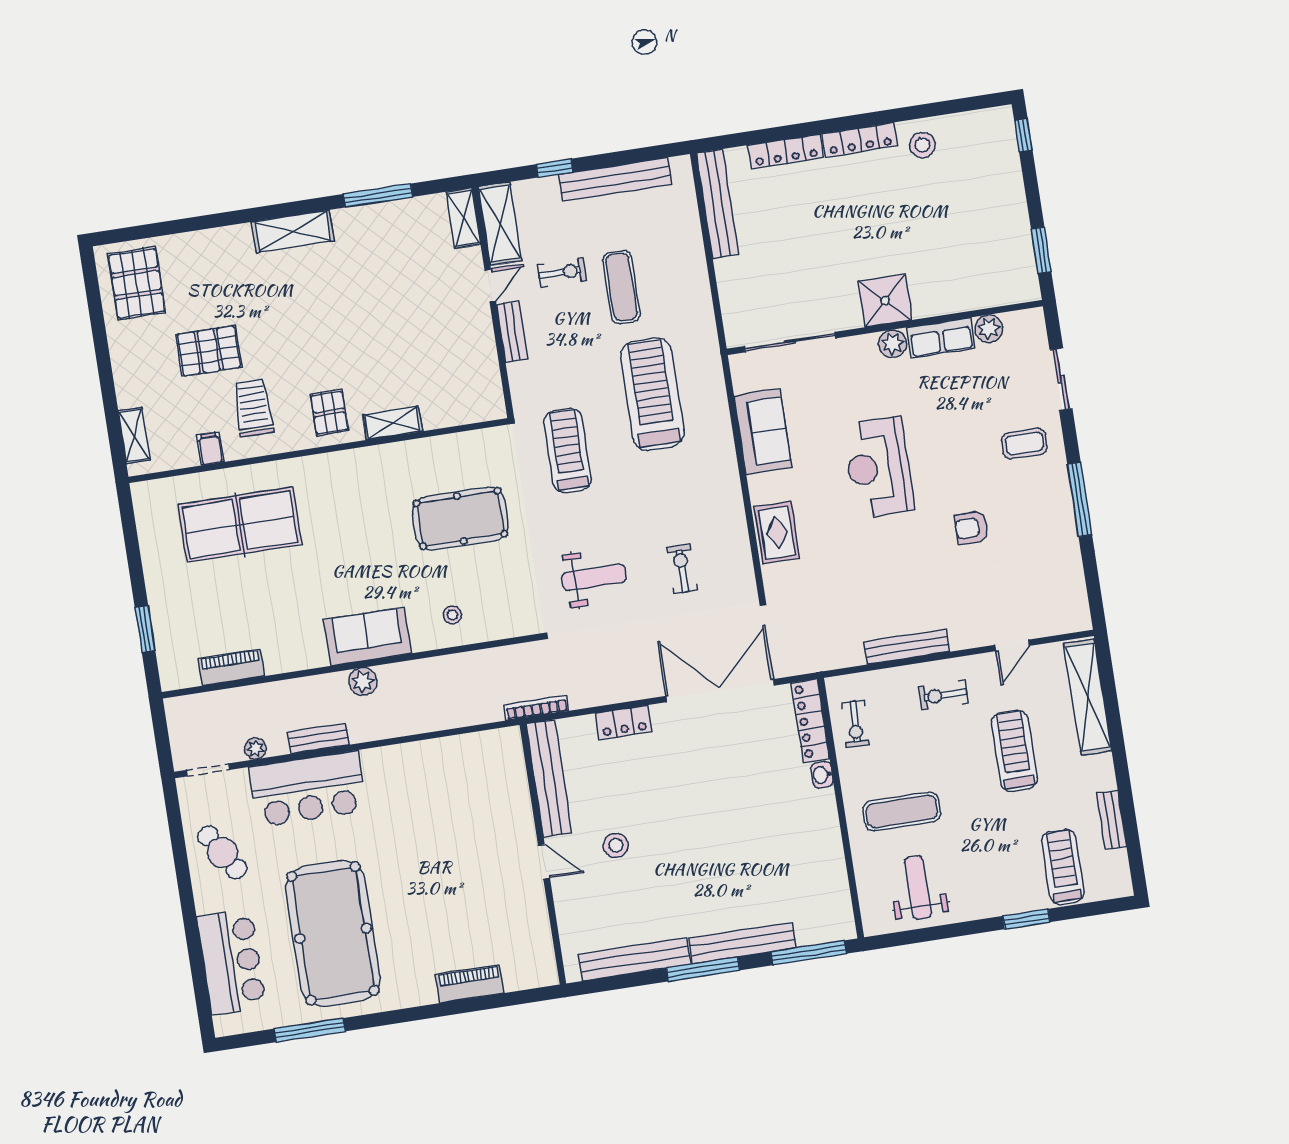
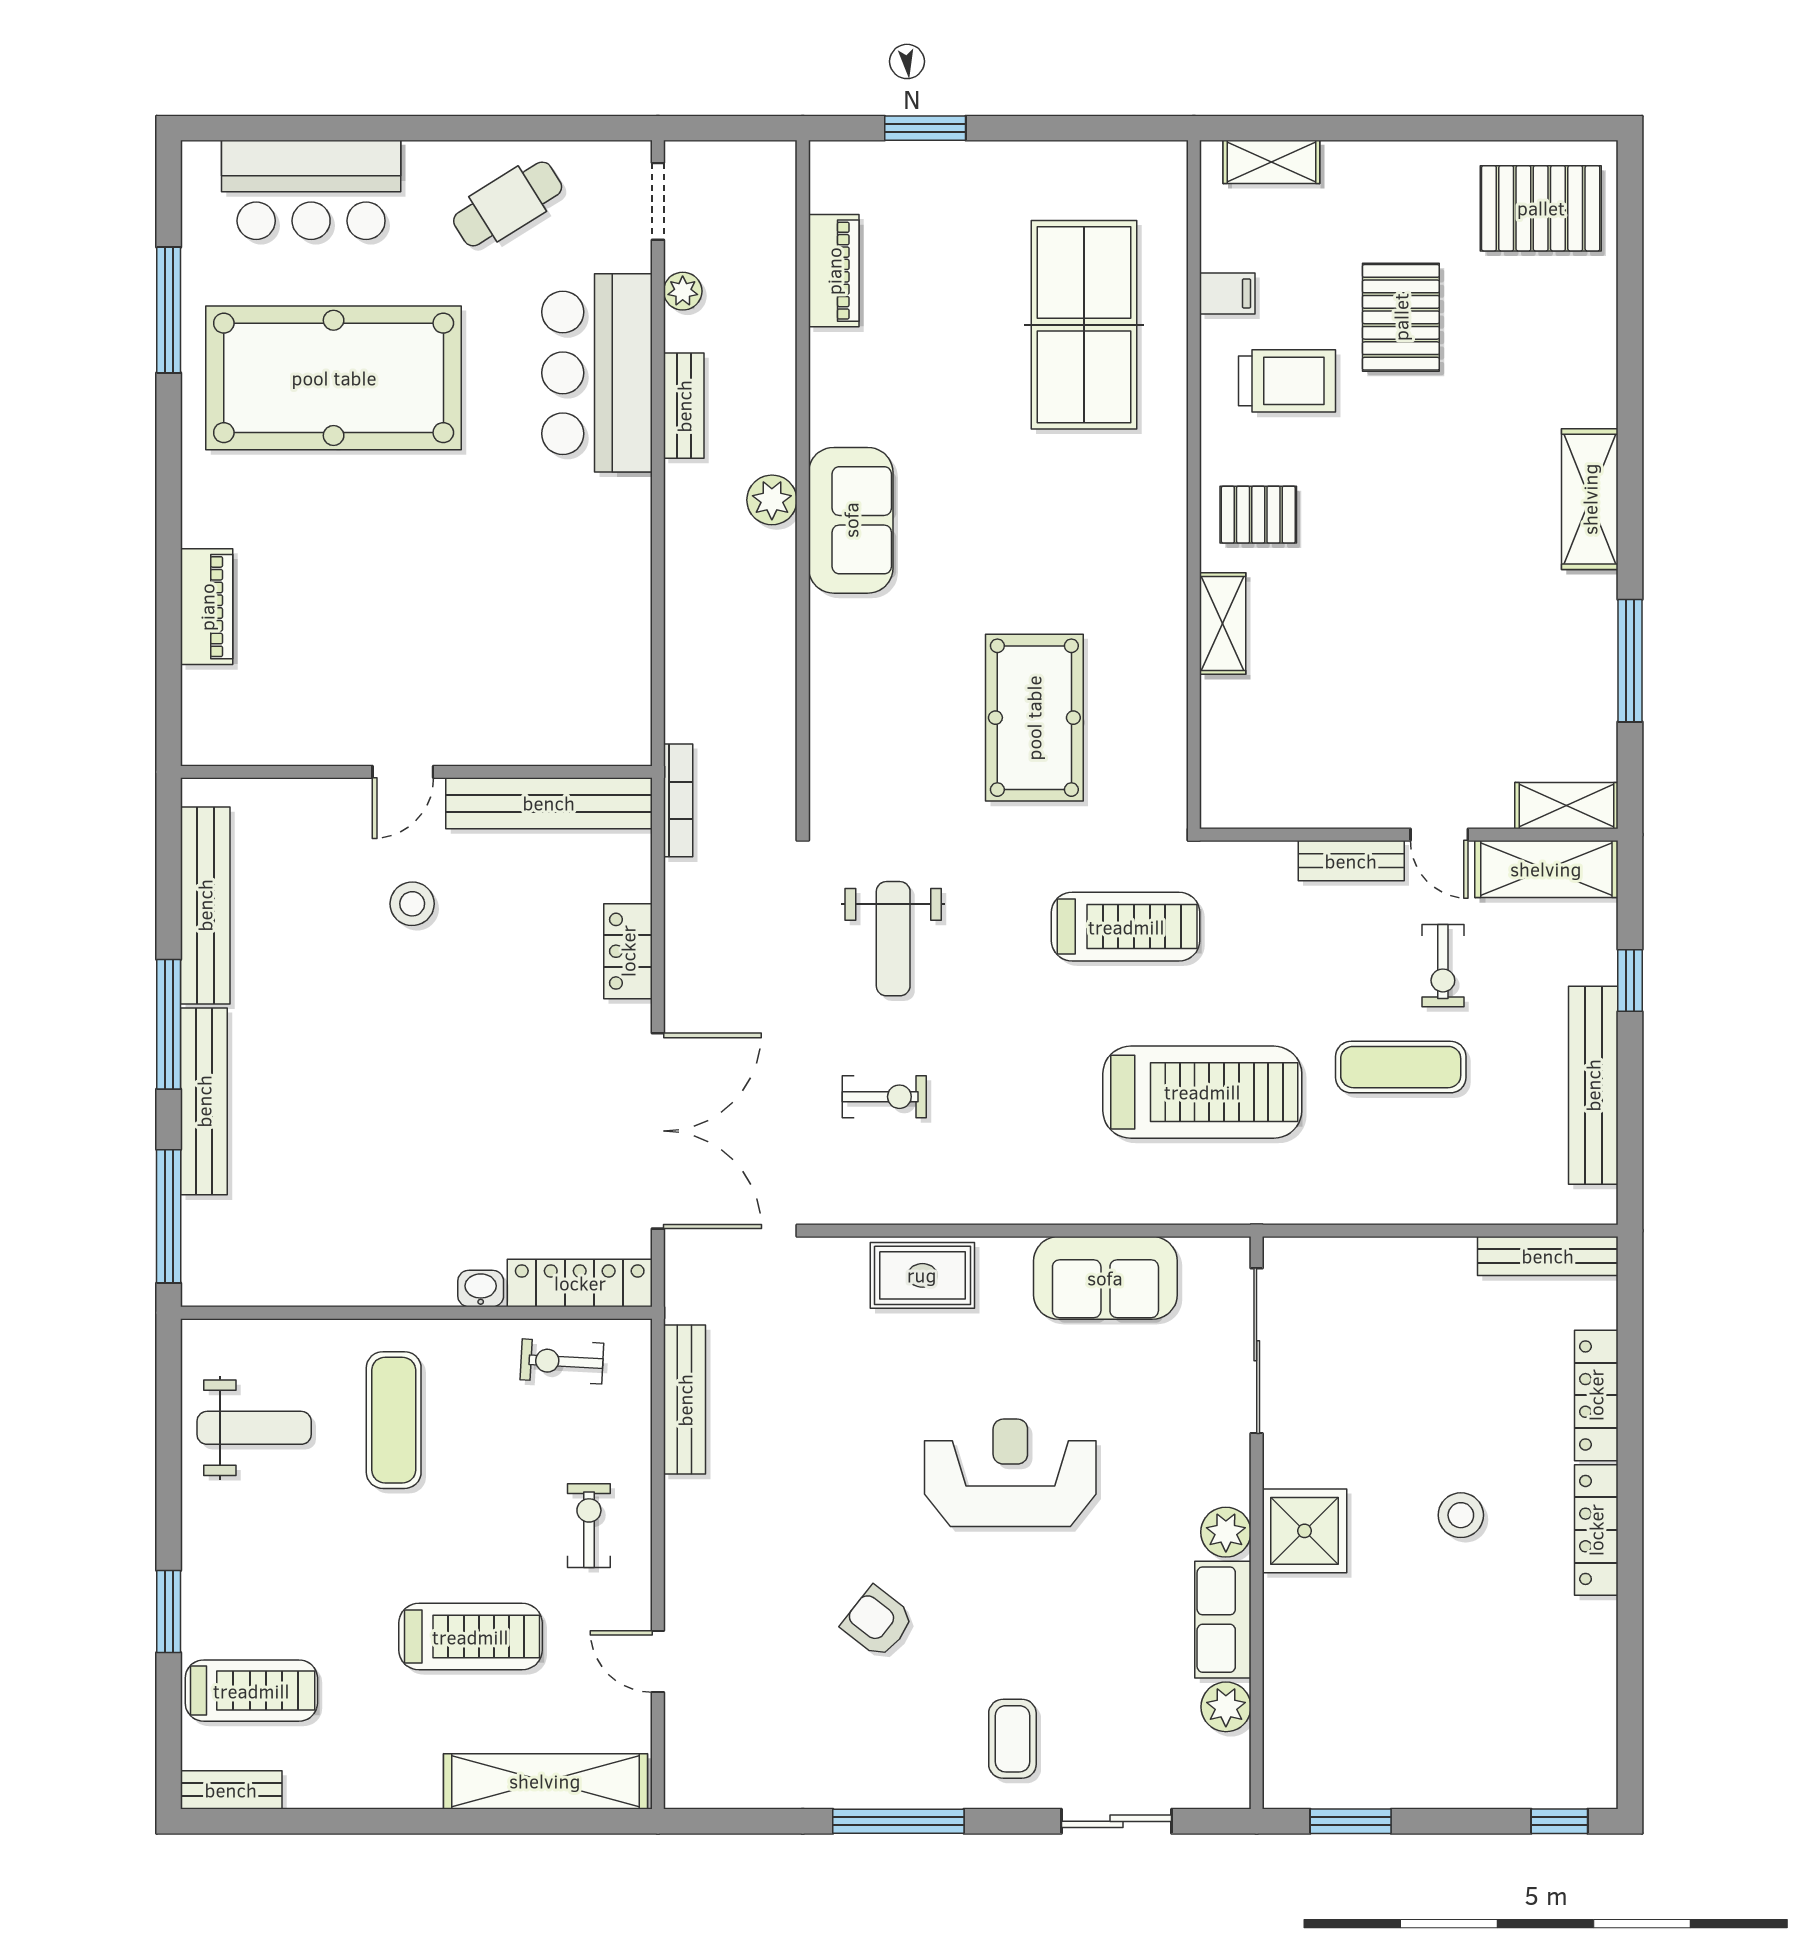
stool: (922, 145) -> (1461, 1515), moved
bench: (718, 204) -> (1548, 1256), width x0.73, depth x0.82
armchair: (972, 528) -> (878, 1622), turned -52
stool: (452, 615) -> (866, 677), removed
bench: (907, 647) -> (685, 1400), moved
bench: (1112, 820) -> (231, 1790), moved

